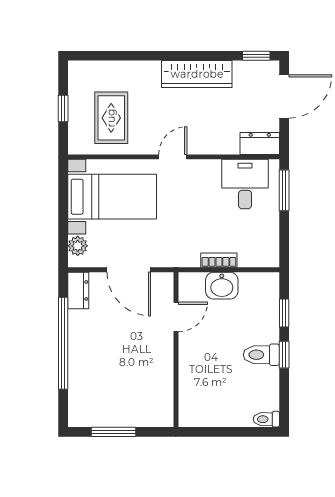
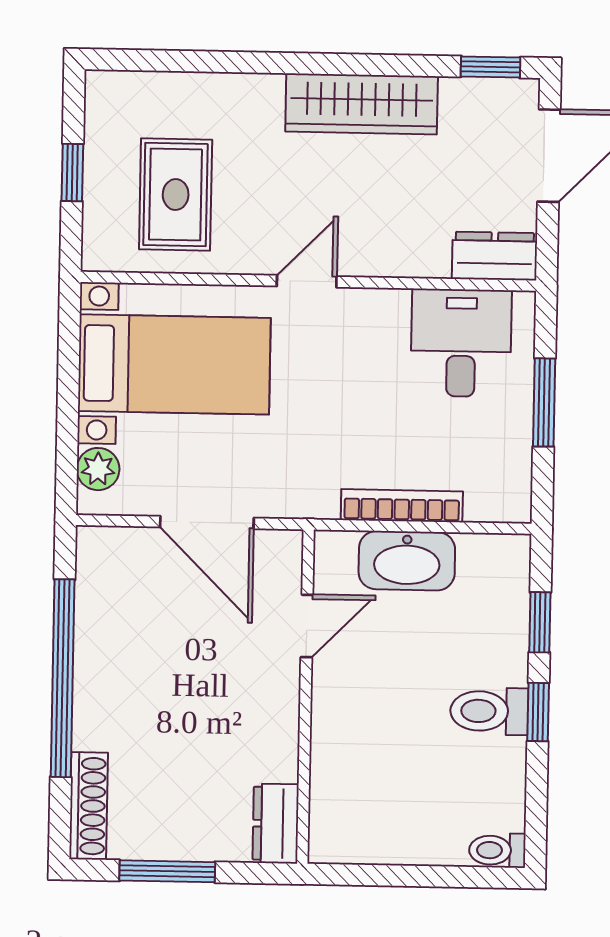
window: (284, 190) -> (544, 402), moved
bookcase: (219, 260) -> (402, 506), width x1.56
washbasin: (222, 286) -> (407, 561), width x1.38
dresser: (78, 290) -> (276, 824), moved, turned 180
shoe rack: (76, 402) -> (89, 806), added

